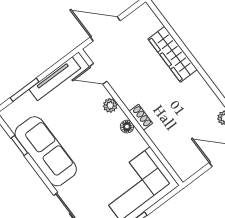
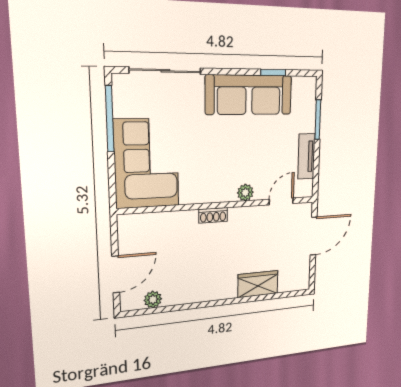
wardrobe: (173, 54) -> (258, 284), width x0.67
tv unit: (55, 79) -> (306, 156), width x0.71
floor lamp: (127, 127) -> (214, 195), removed

